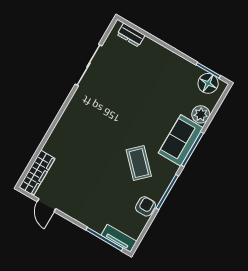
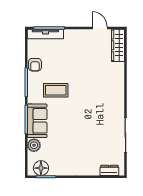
coffee table: (139, 163) -> (56, 90), turned -46
tv unit: (119, 238) -> (45, 34), width x1.41

